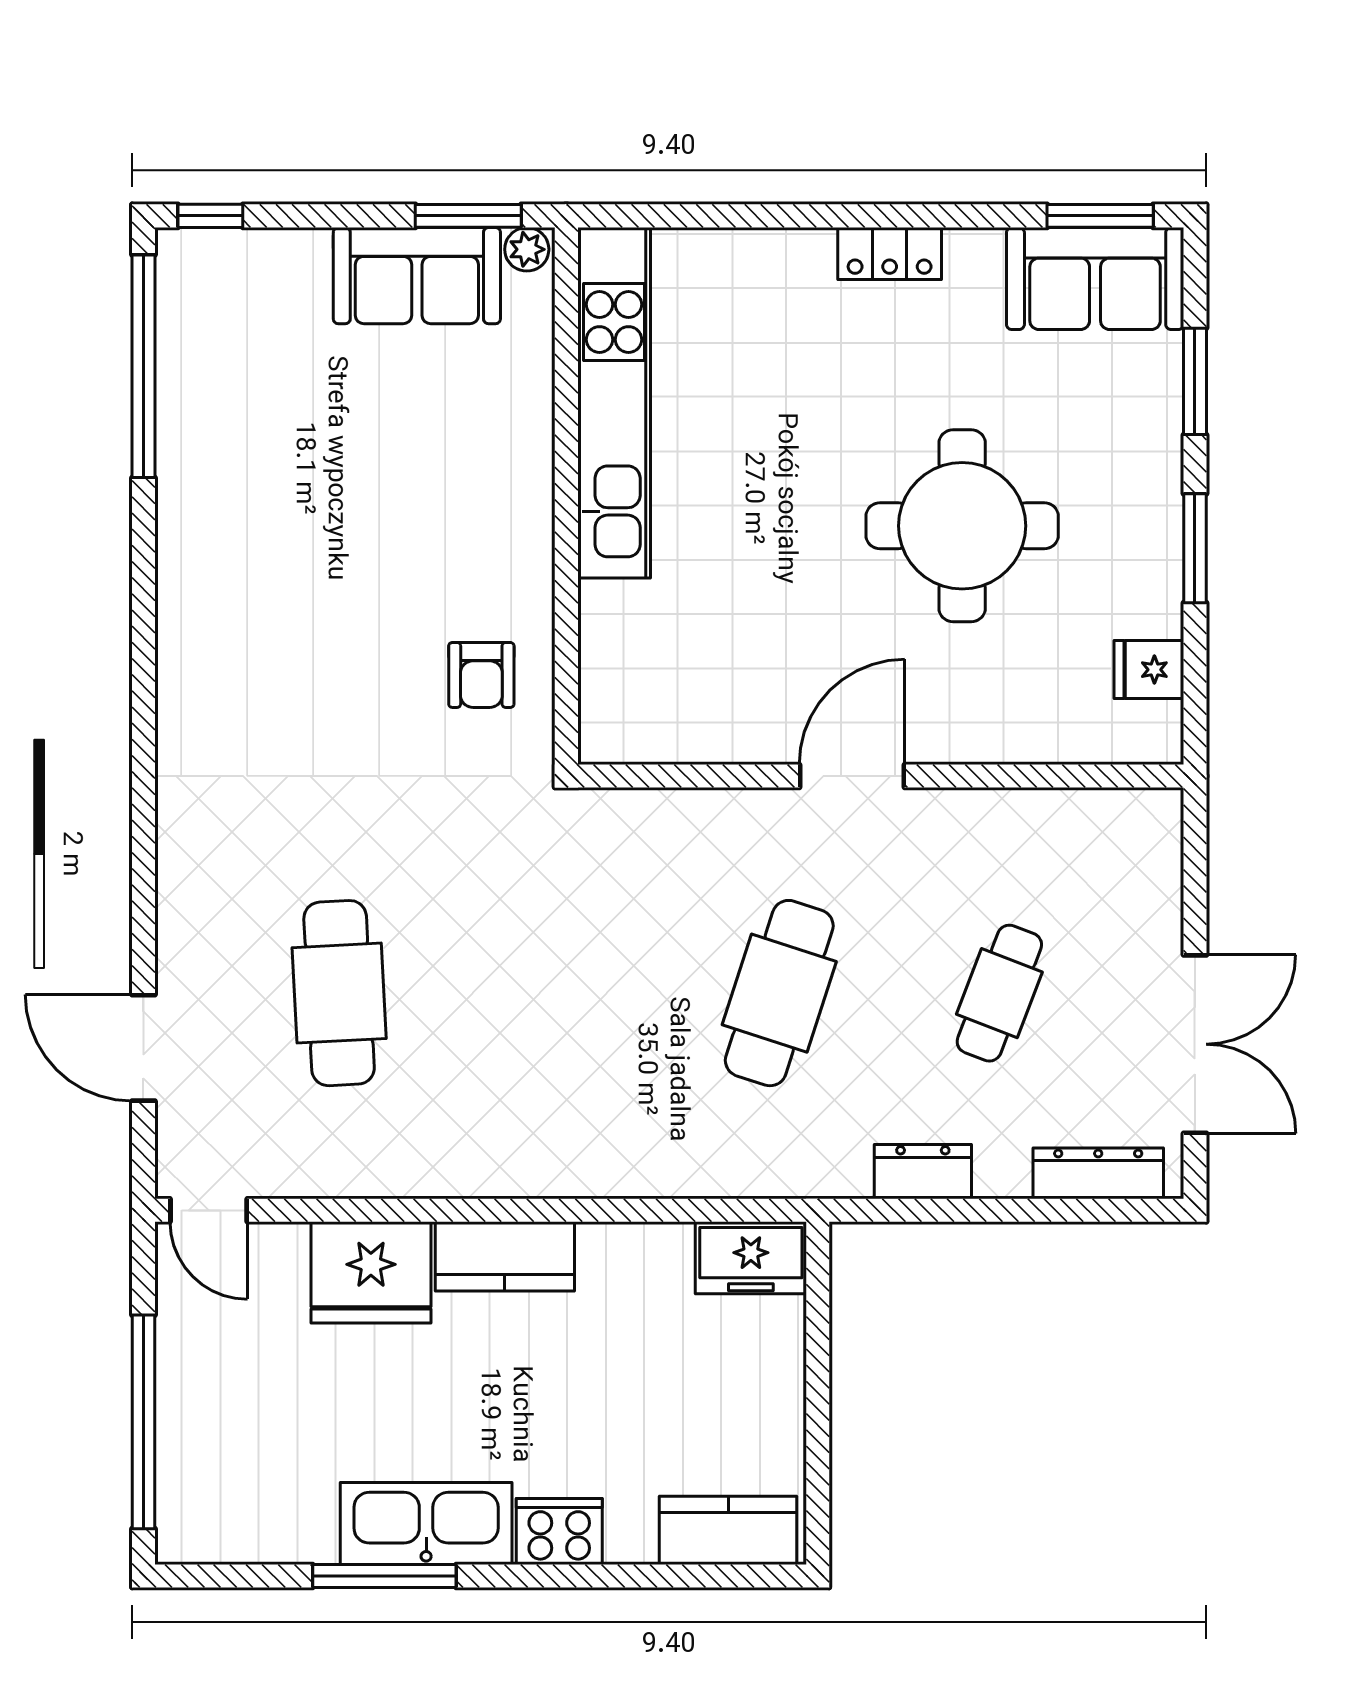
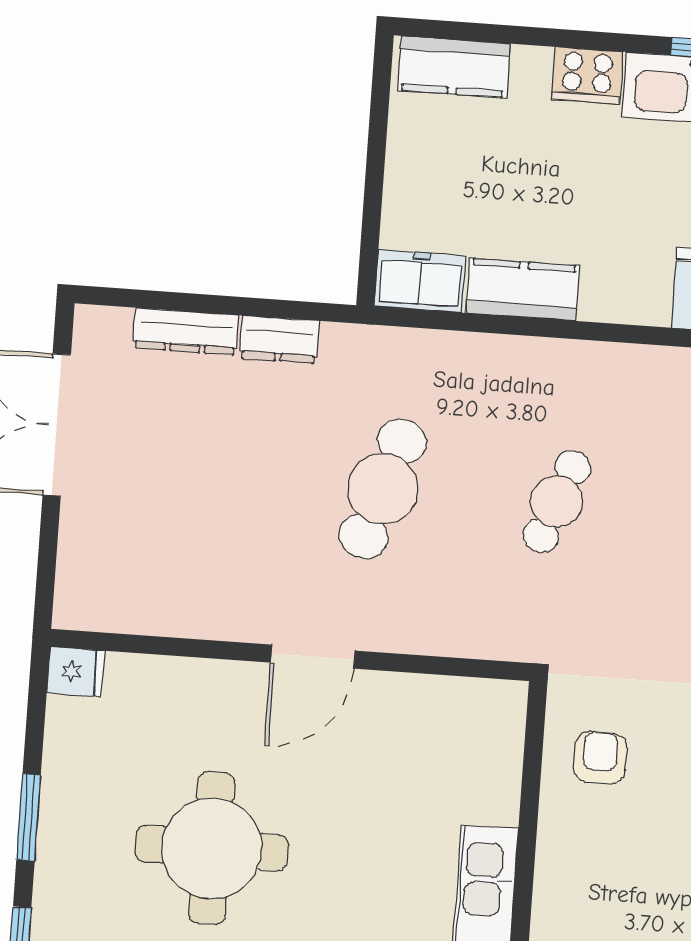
fridge: (1149, 670) -> (76, 672), moved
cafe table: (999, 993) -> (557, 501), moved
dresser: (1098, 1173) -> (186, 331), moved
kitchen counter: (505, 1256) -> (523, 290), moved

